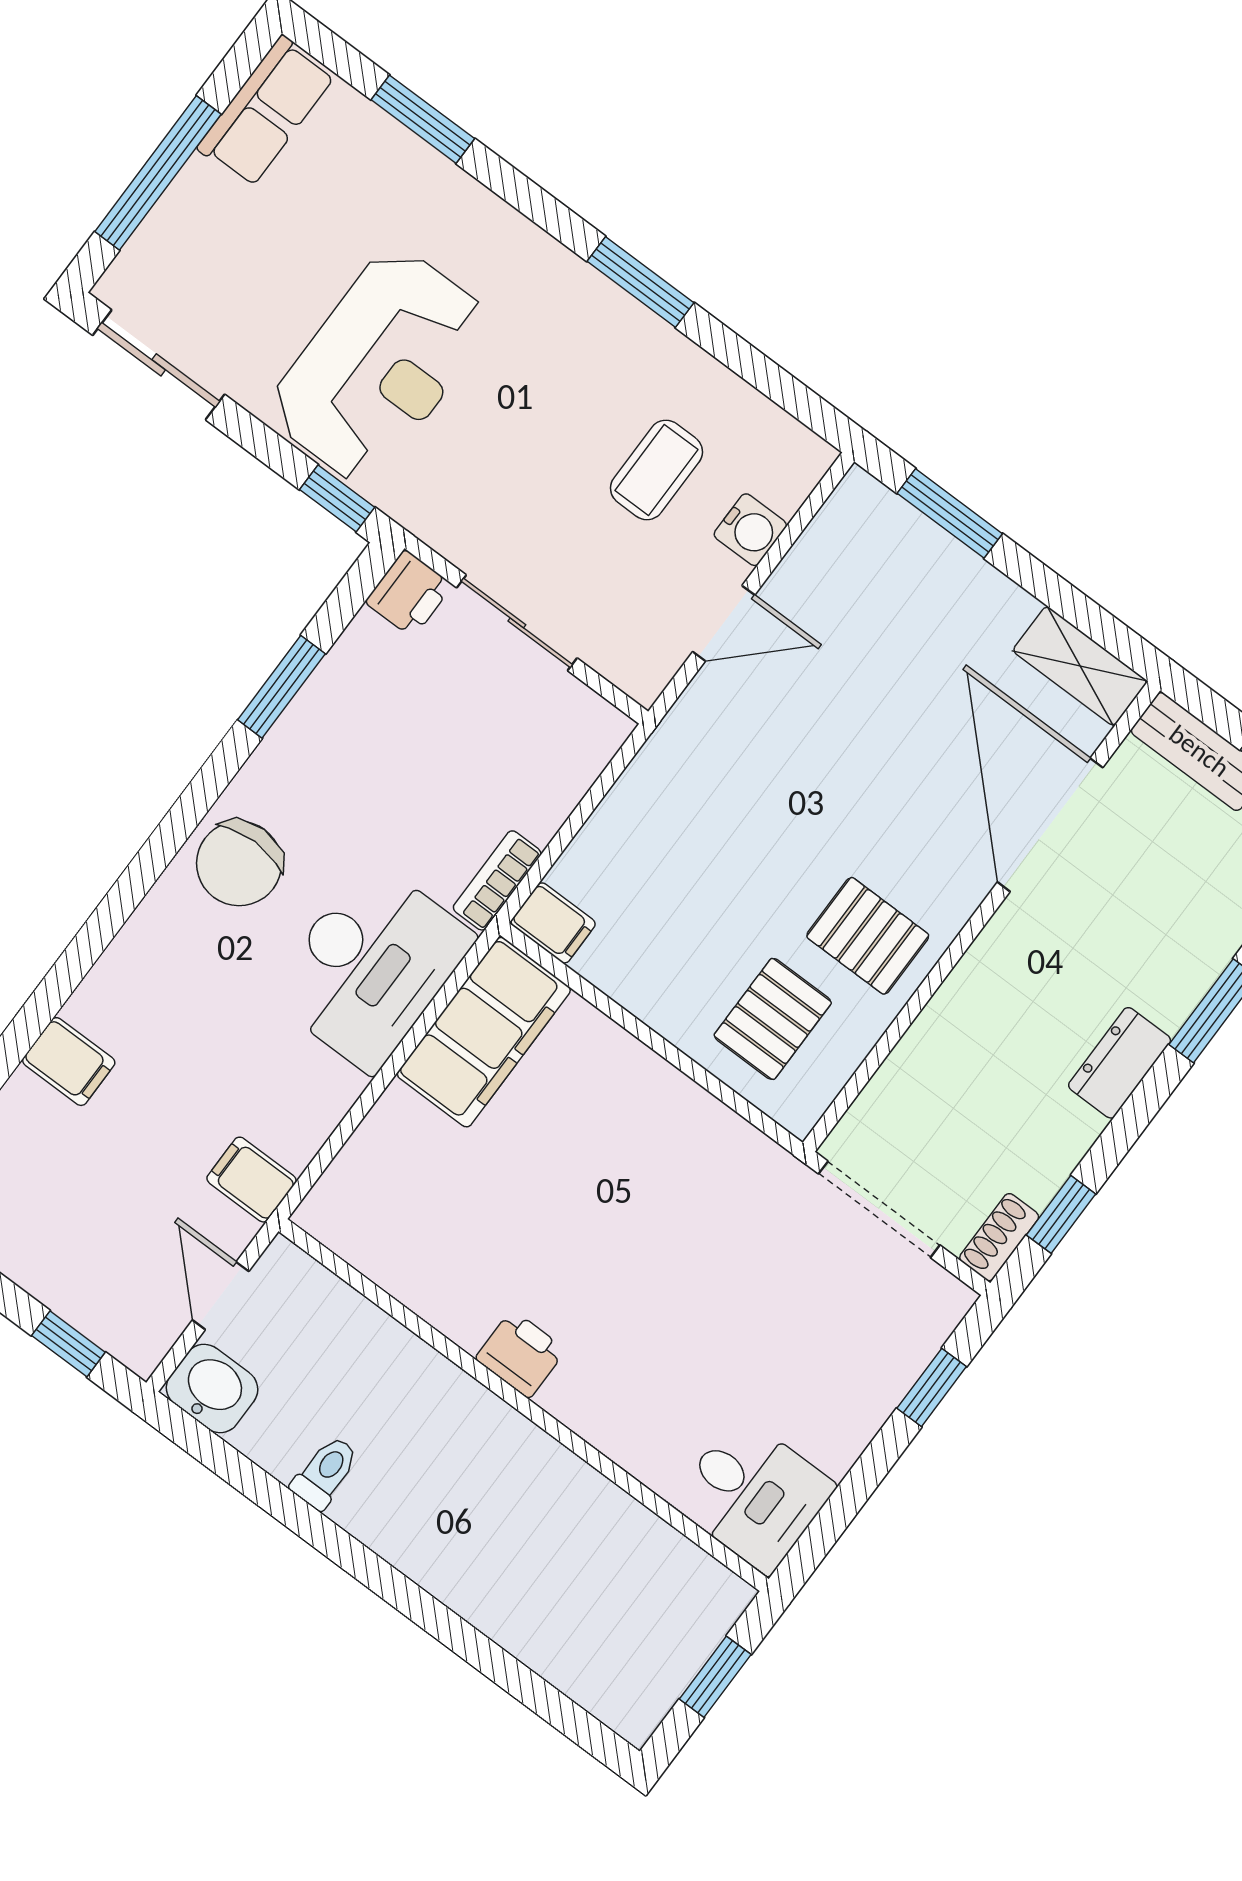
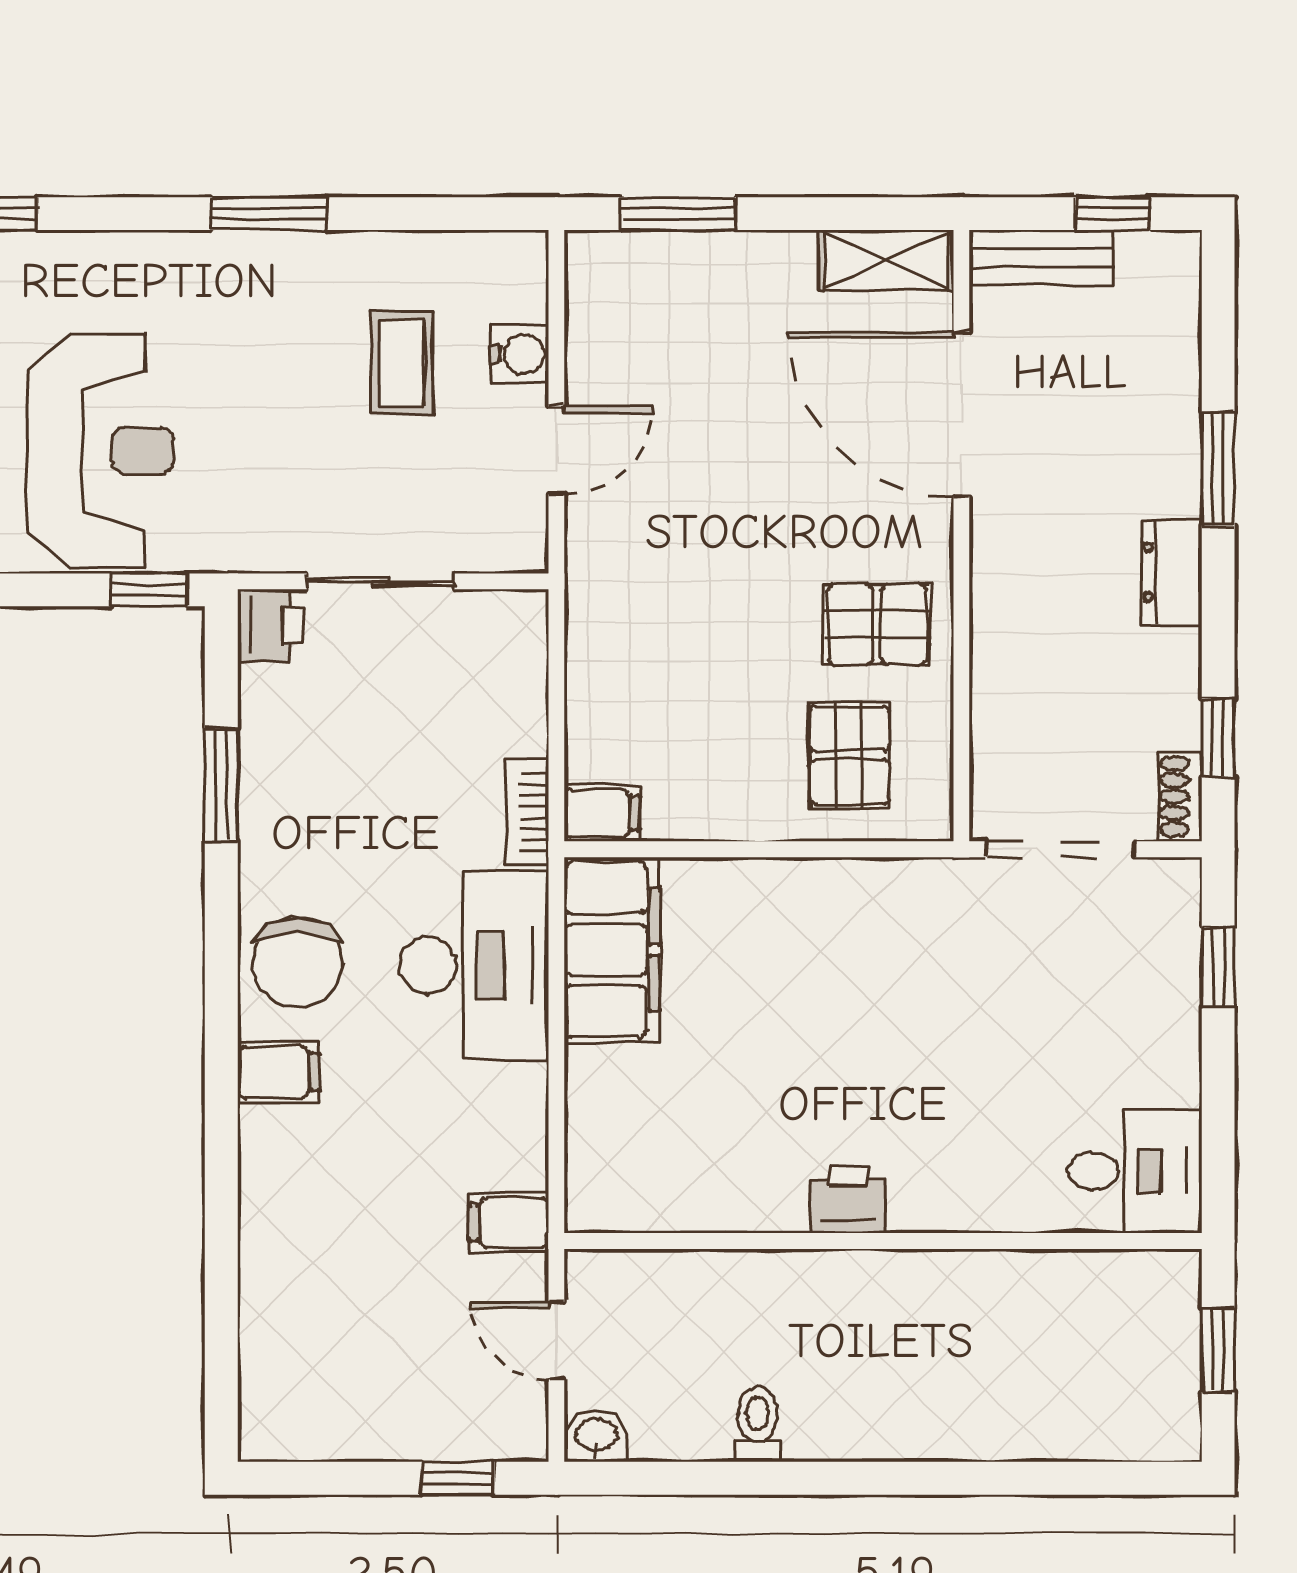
filing cabinet: (69, 1062) -> (279, 1072), moved
washbasin: (212, 1388) -> (596, 1436), width x0.72, depth x0.69

